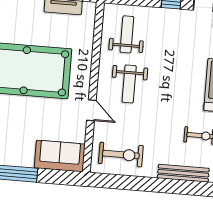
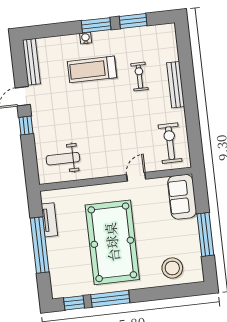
weight bench: (129, 84) -> (106, 148), removed

